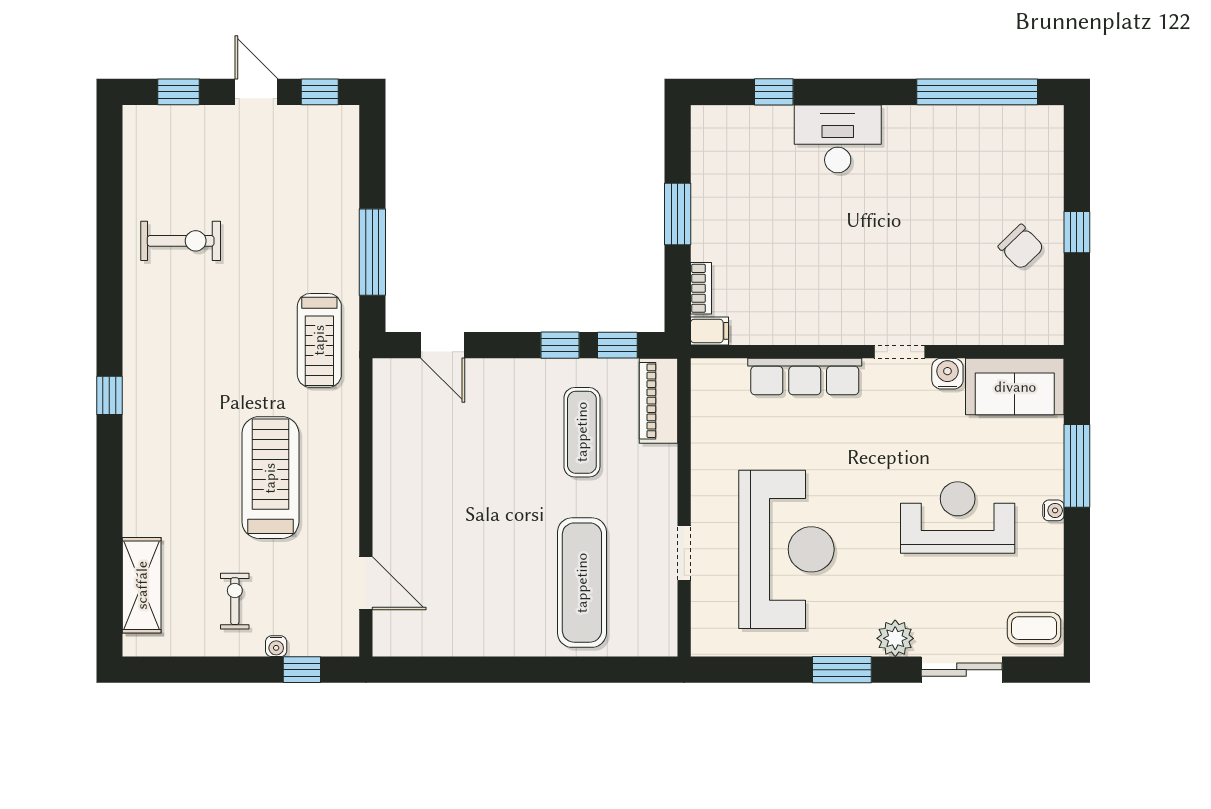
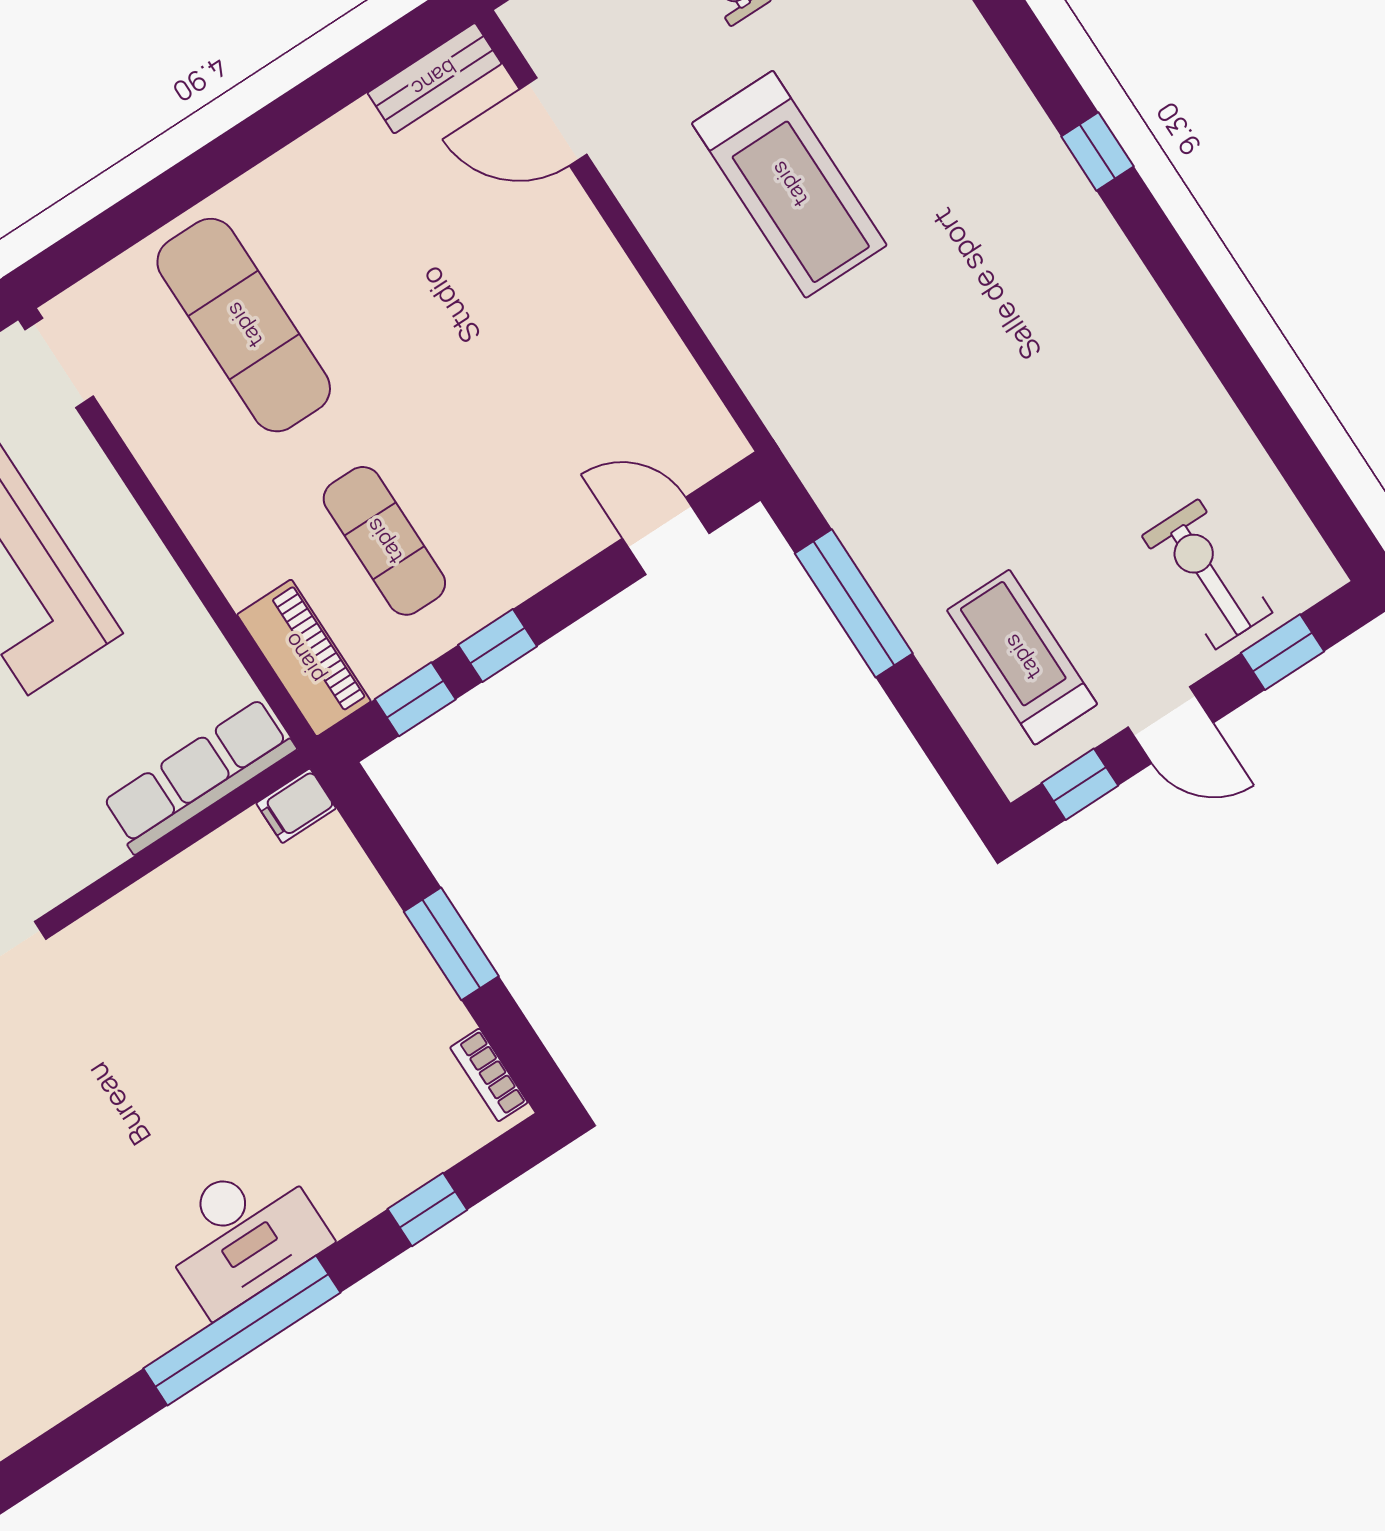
window: (977, 92) -> (242, 1331), moved
desk: (838, 139) -> (243, 1234), moved
exercise bike: (181, 241) -> (1207, 574), moved, turned 90
bookcase: (701, 288) -> (489, 1075), moved
treadmill: (319, 340) -> (1022, 657), moved
row of seats: (805, 376) -> (199, 776), moved
doorway: (684, 553) -> (59, 363), moved
bench: (410, 642) -> (434, 78), added

